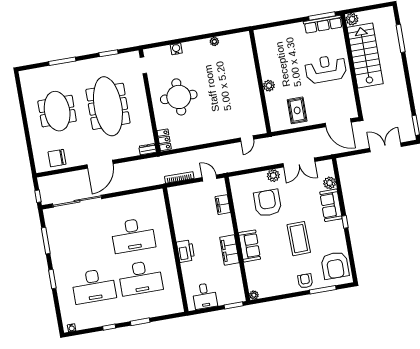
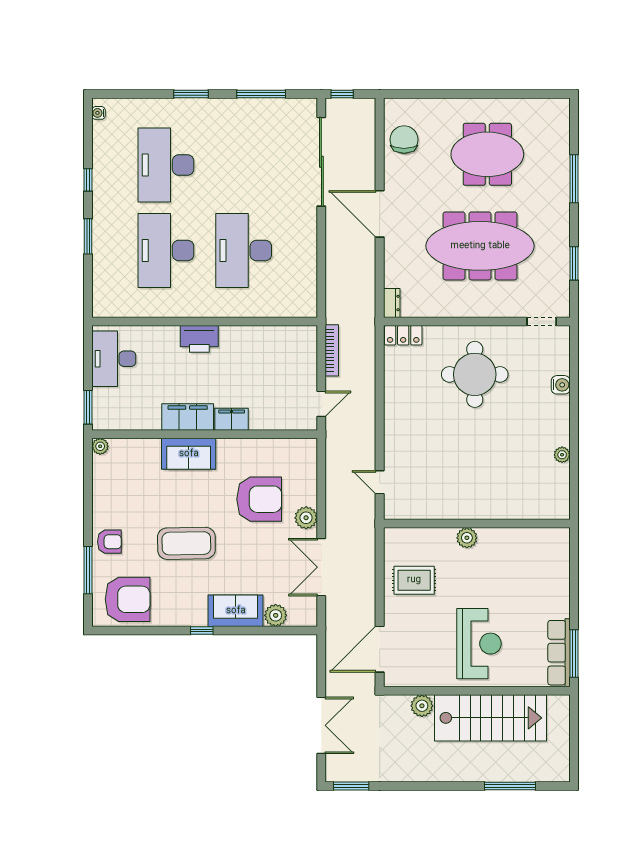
plant: (352, 19) -> (422, 706), moved
filing cabinet: (223, 205) -> (232, 419), moved
armchair: (335, 265) -> (128, 599), turned 180
desk: (205, 296) -> (114, 359), width x1.37

